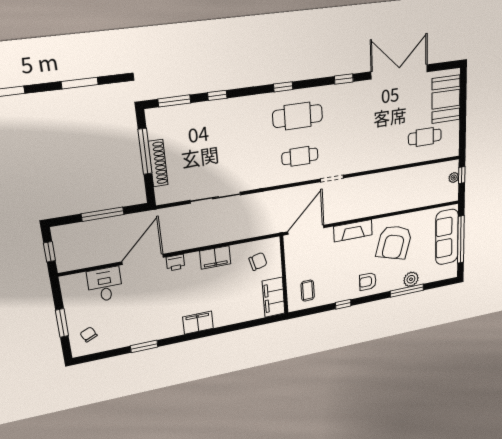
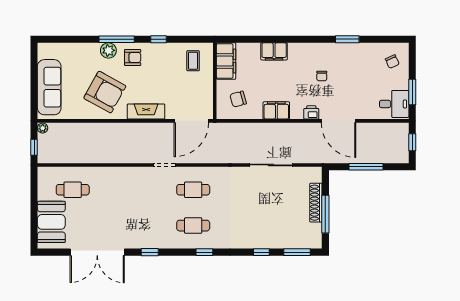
cafe table: (298, 116) -> (193, 226), width x0.73, depth x0.74
plant: (454, 178) -> (43, 128), moved
window: (461, 239) -> (34, 82), removed
armchair: (394, 242) -> (105, 92), turned 103
door: (143, 259) -> (339, 121), hinge flipped
plant: (411, 279) -> (108, 50), moved
desk: (105, 284) -> (394, 104), moved, turned -90
window: (407, 291) -> (117, 39), moved
chair: (168, 303) -> (322, 76), added
window: (62, 323) -> (412, 92), moved
filing cabinet: (198, 323) -> (274, 51), moved

